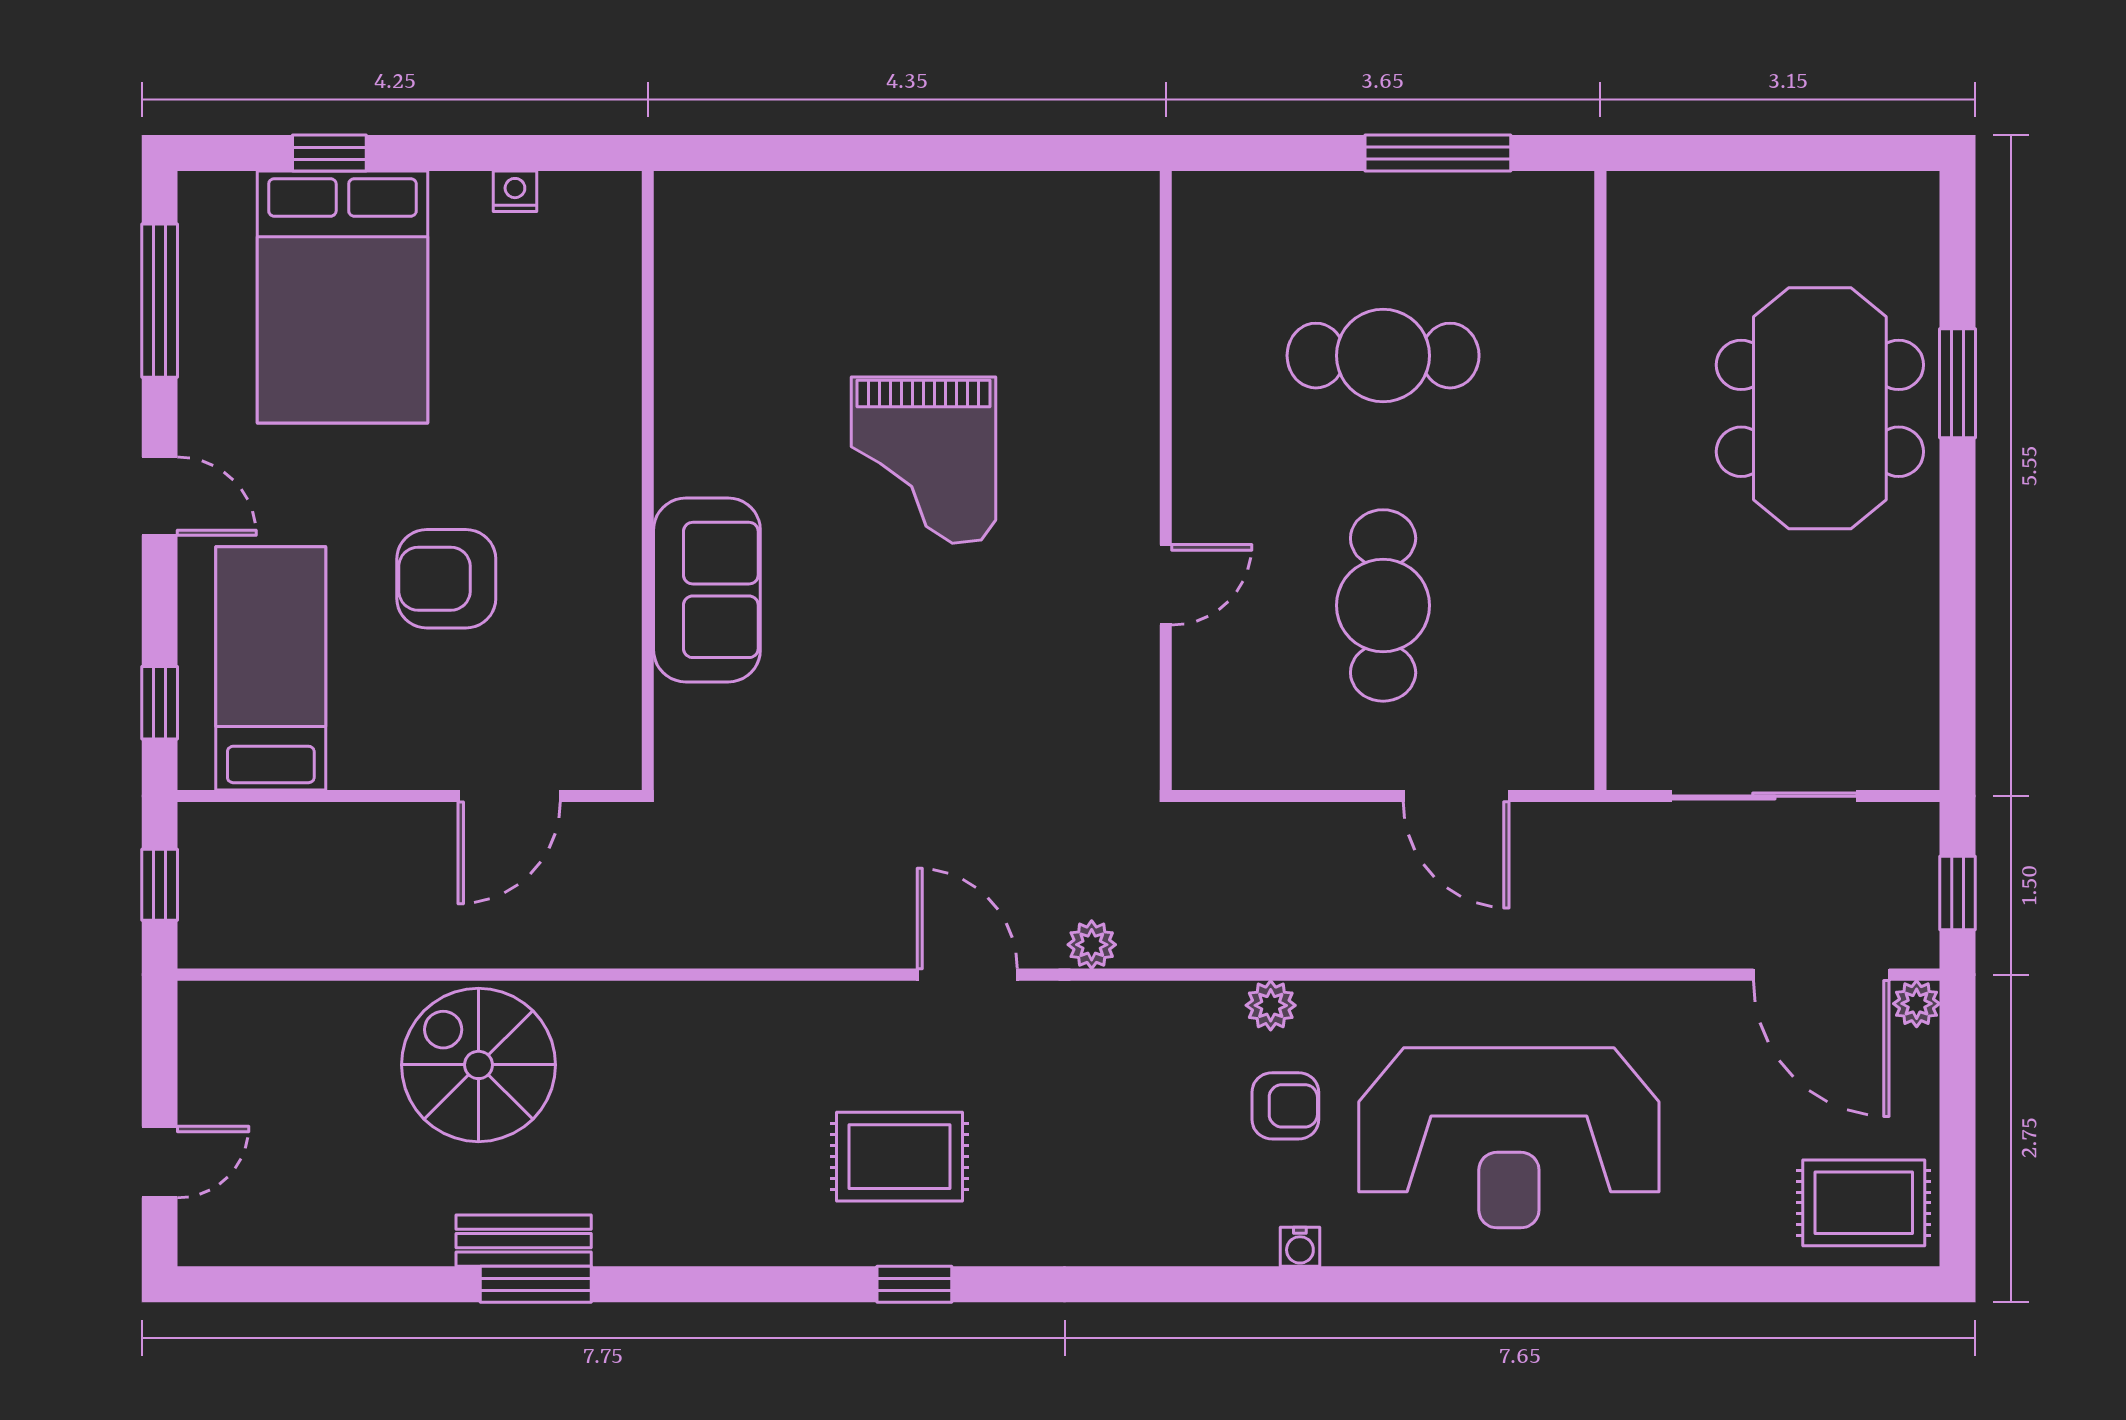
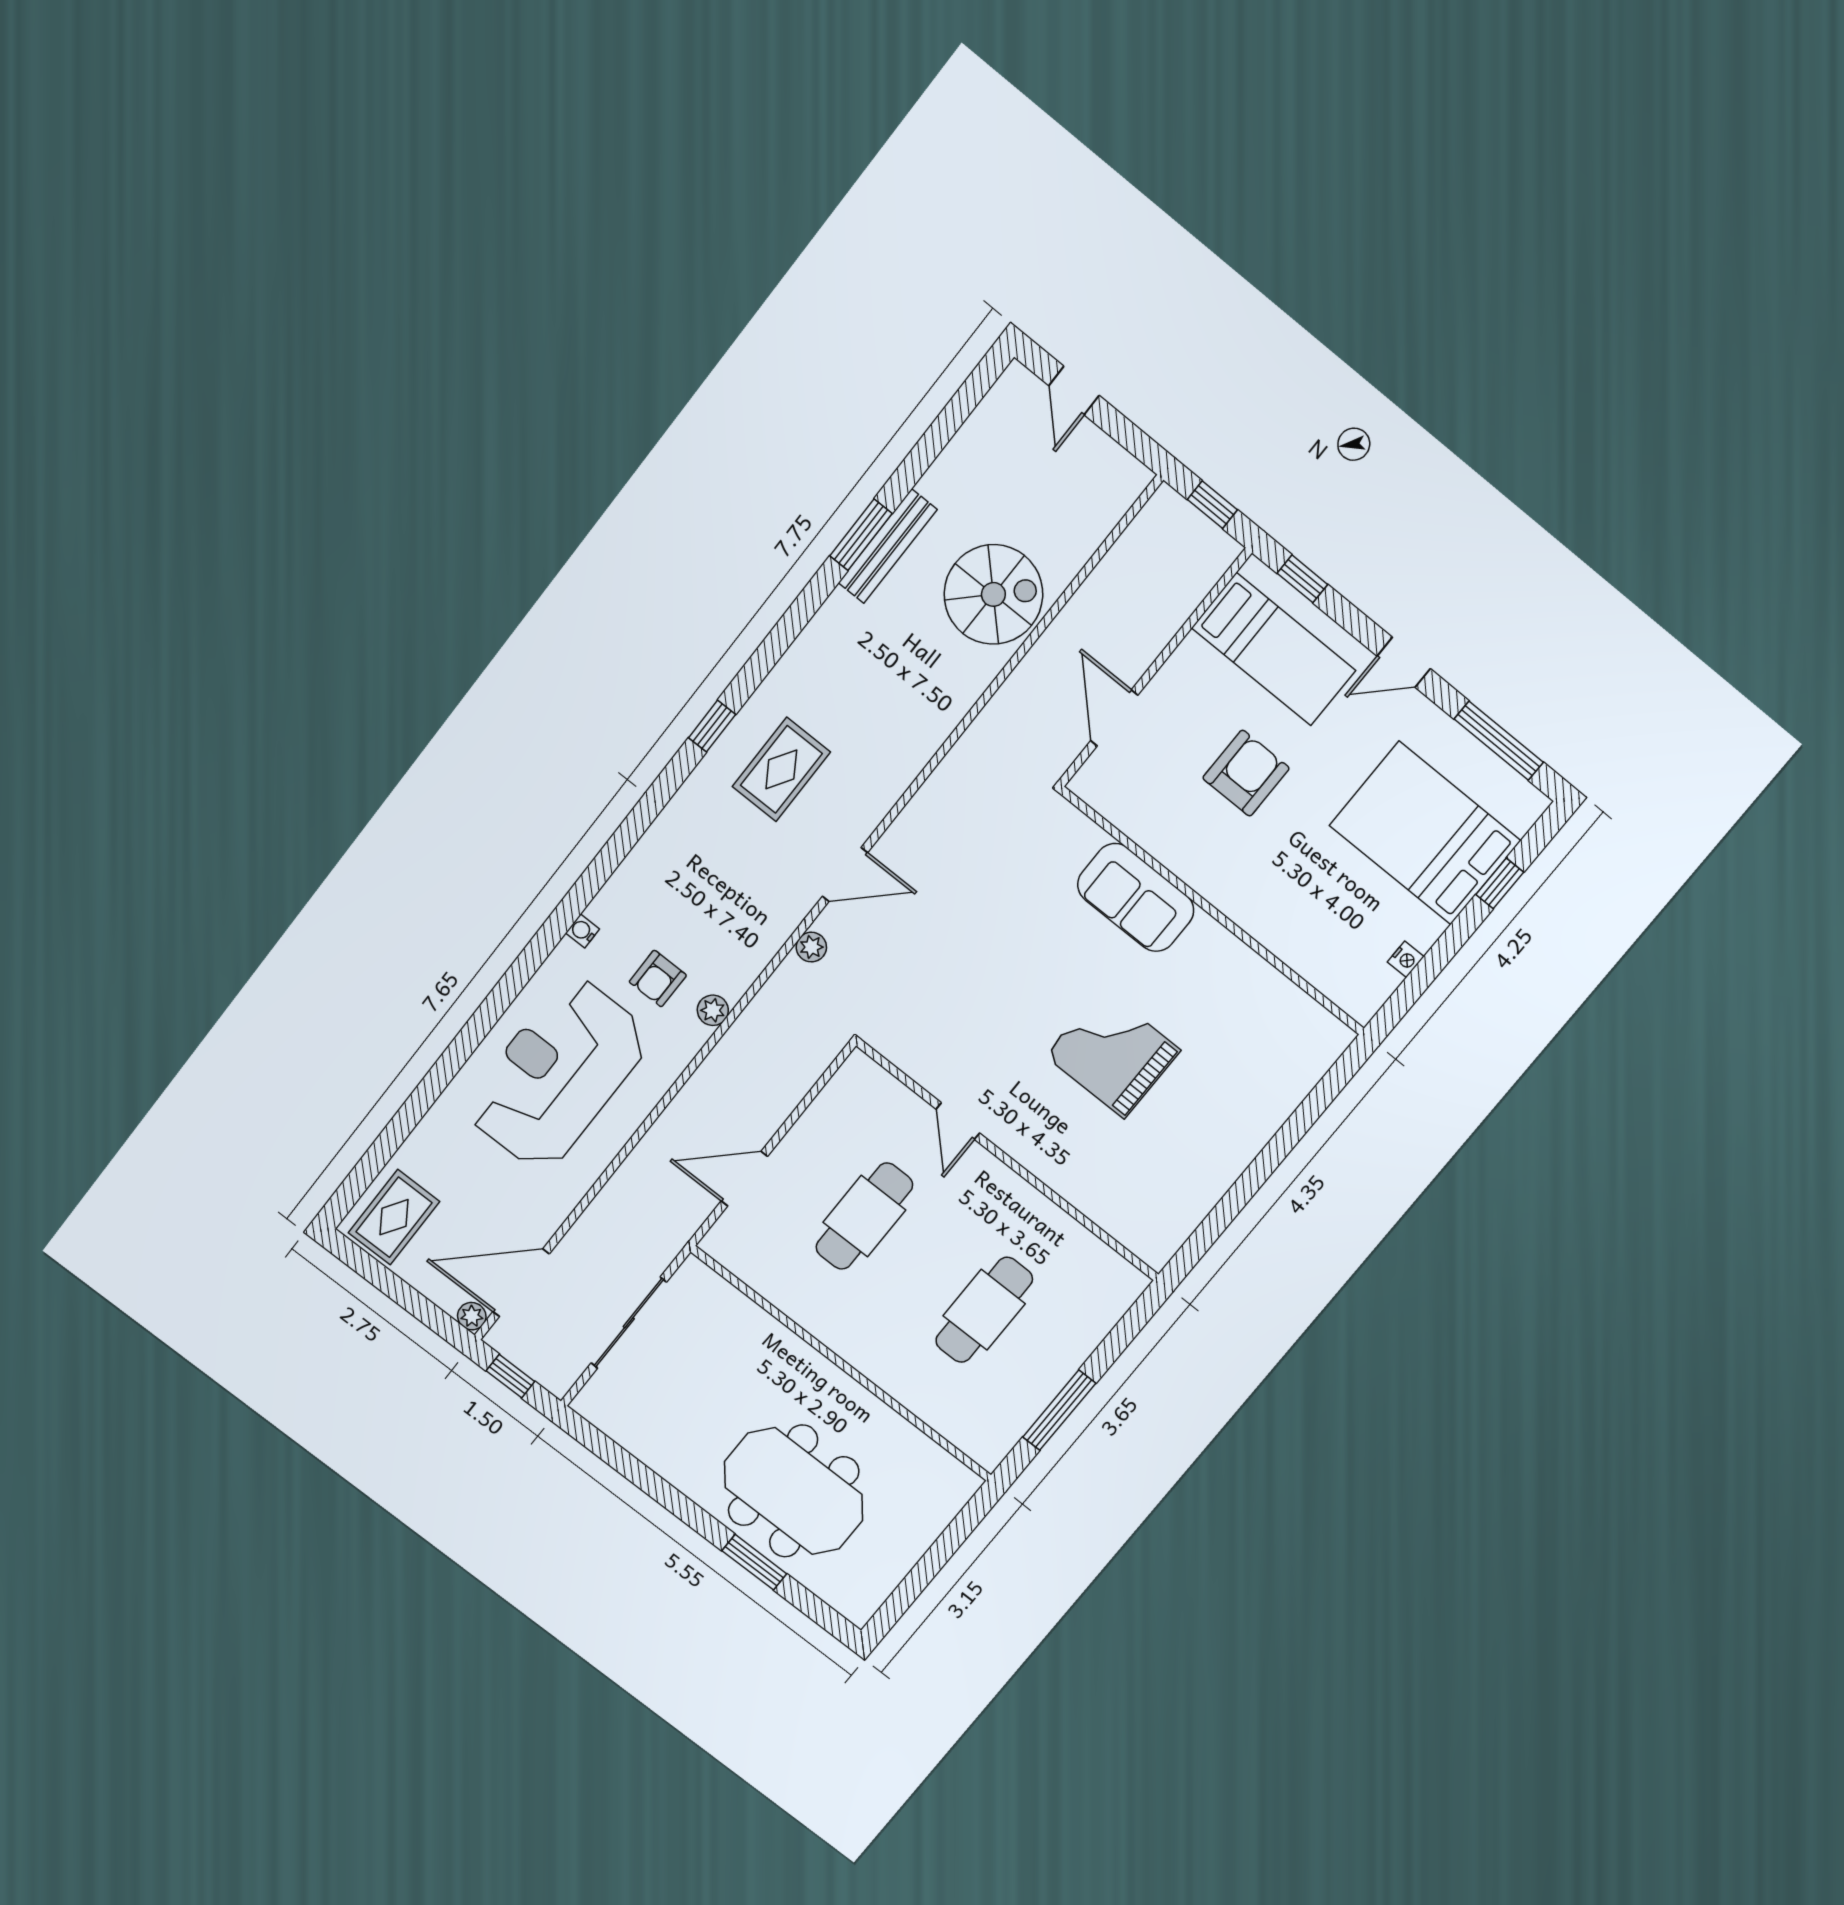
cafe table: (1383, 605) -> (864, 1216), turned 90
bench: (524, 1241) -> (888, 546), width x1.36

